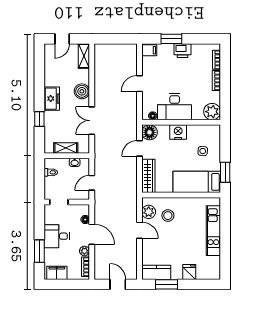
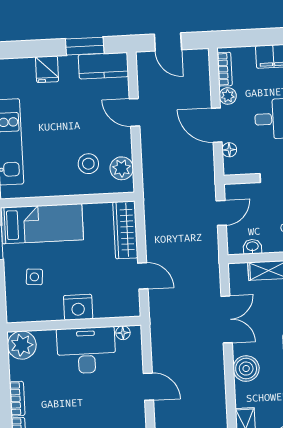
door: (139, 84) -> (148, 387), hinge flipped
floor lamp: (149, 132) -> (127, 304), removed
door: (139, 148) -> (143, 276), hinge flipped
door: (139, 230) -> (135, 112), moved

